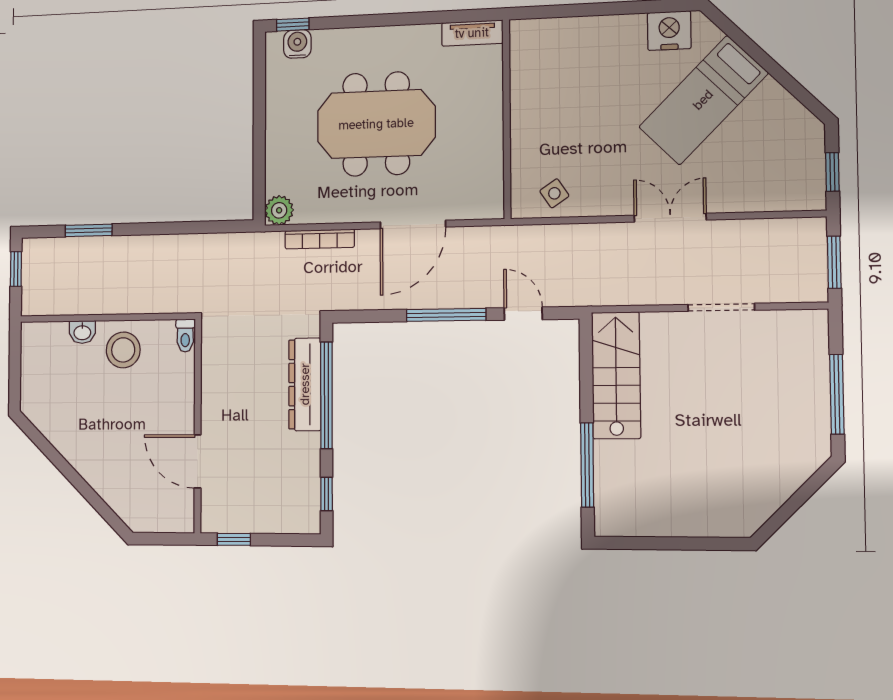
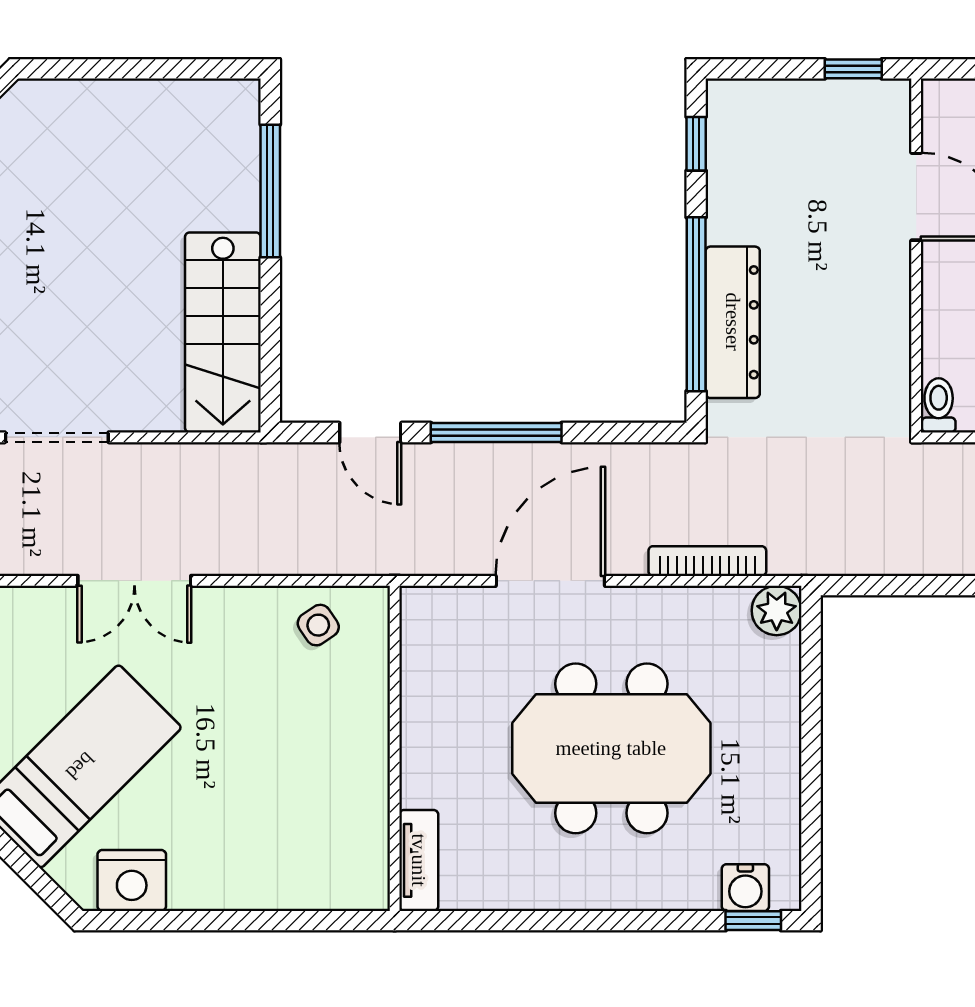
tv unit: (472, 33) -> (419, 860), moved, turned 90

